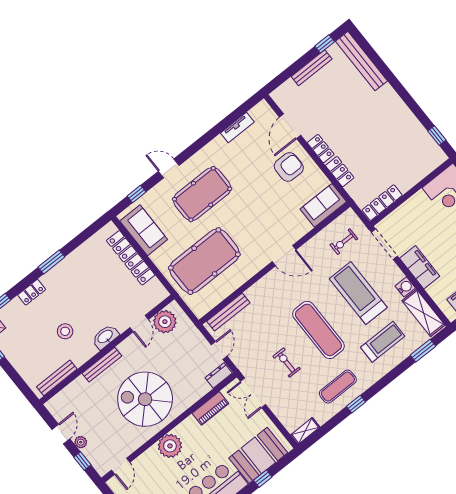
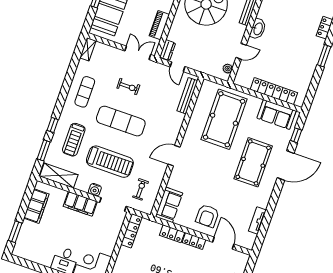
door: (169, 168) -> (286, 165), width x1.88
water cooler: (405, 287) -> (95, 190), moved
plant: (165, 322) -> (228, 69), width x0.53, depth x0.53
door: (139, 324) -> (241, 51), swing flipped
stool: (65, 331) -> (287, 16), removed
window: (356, 404) -> (53, 125), moved

